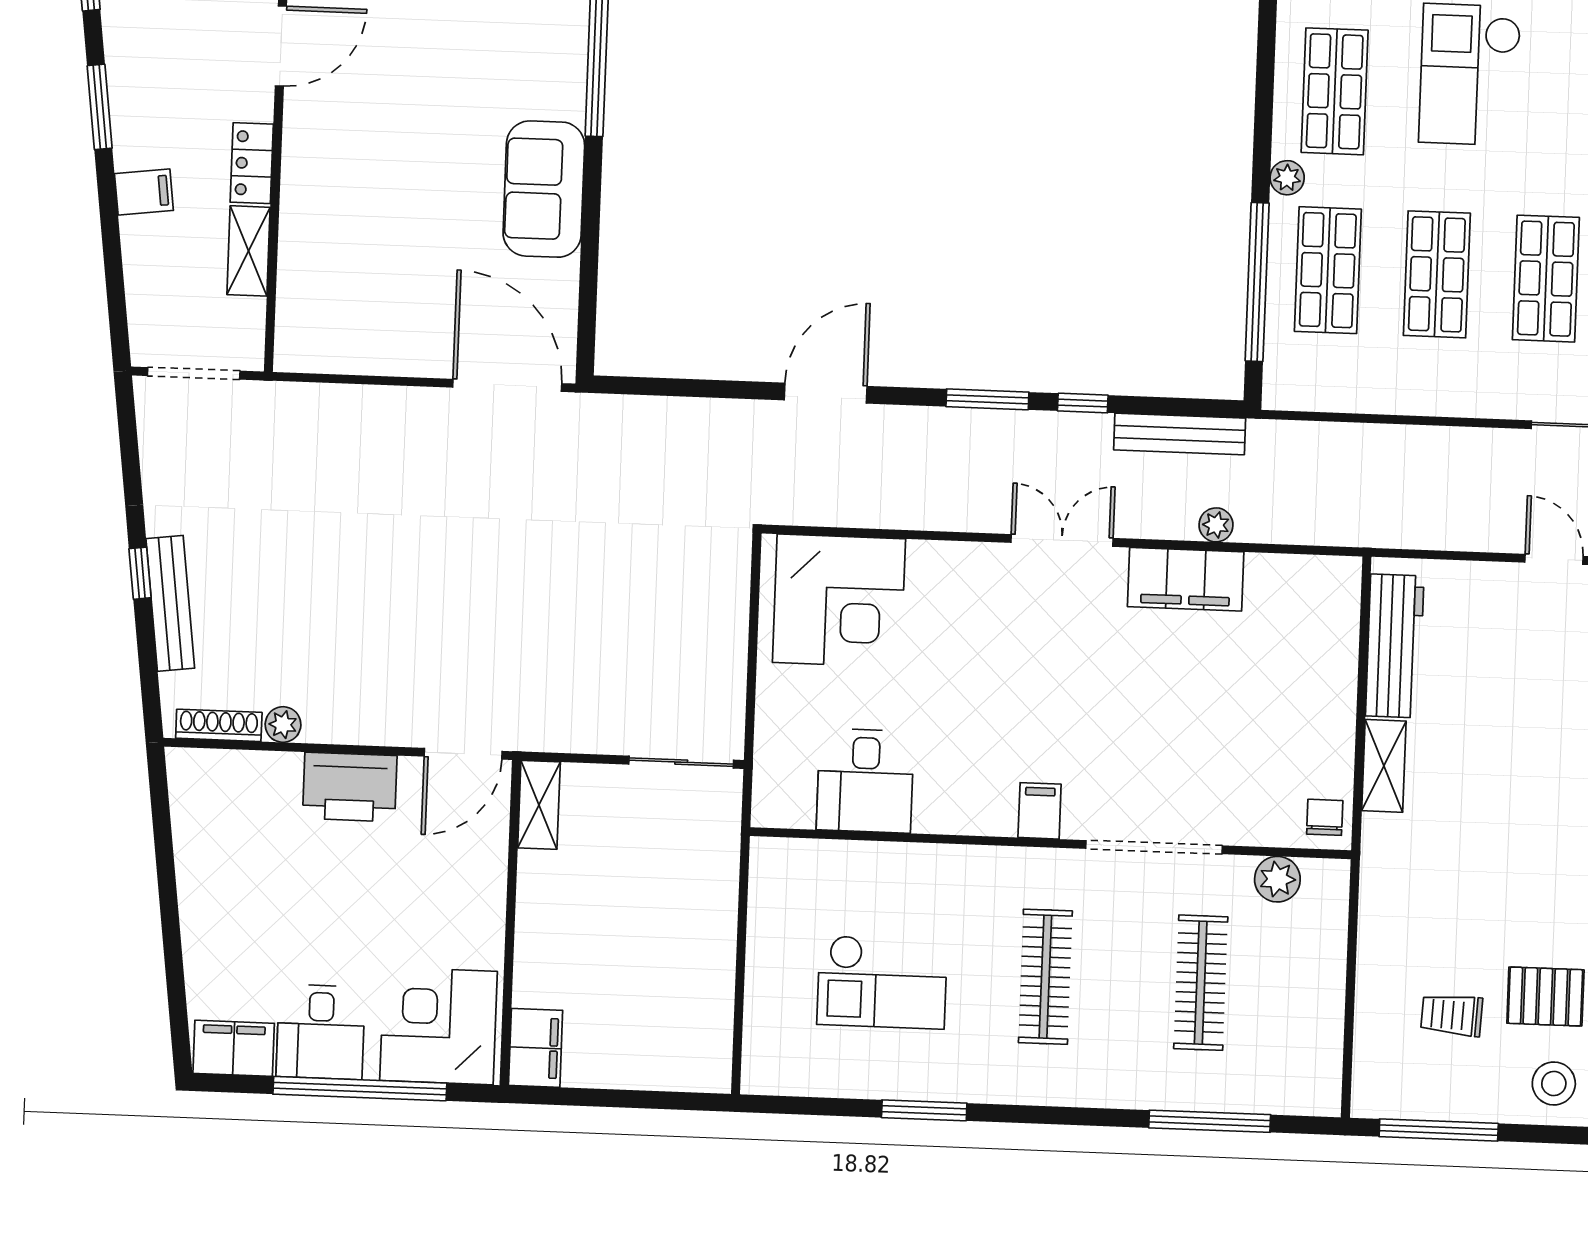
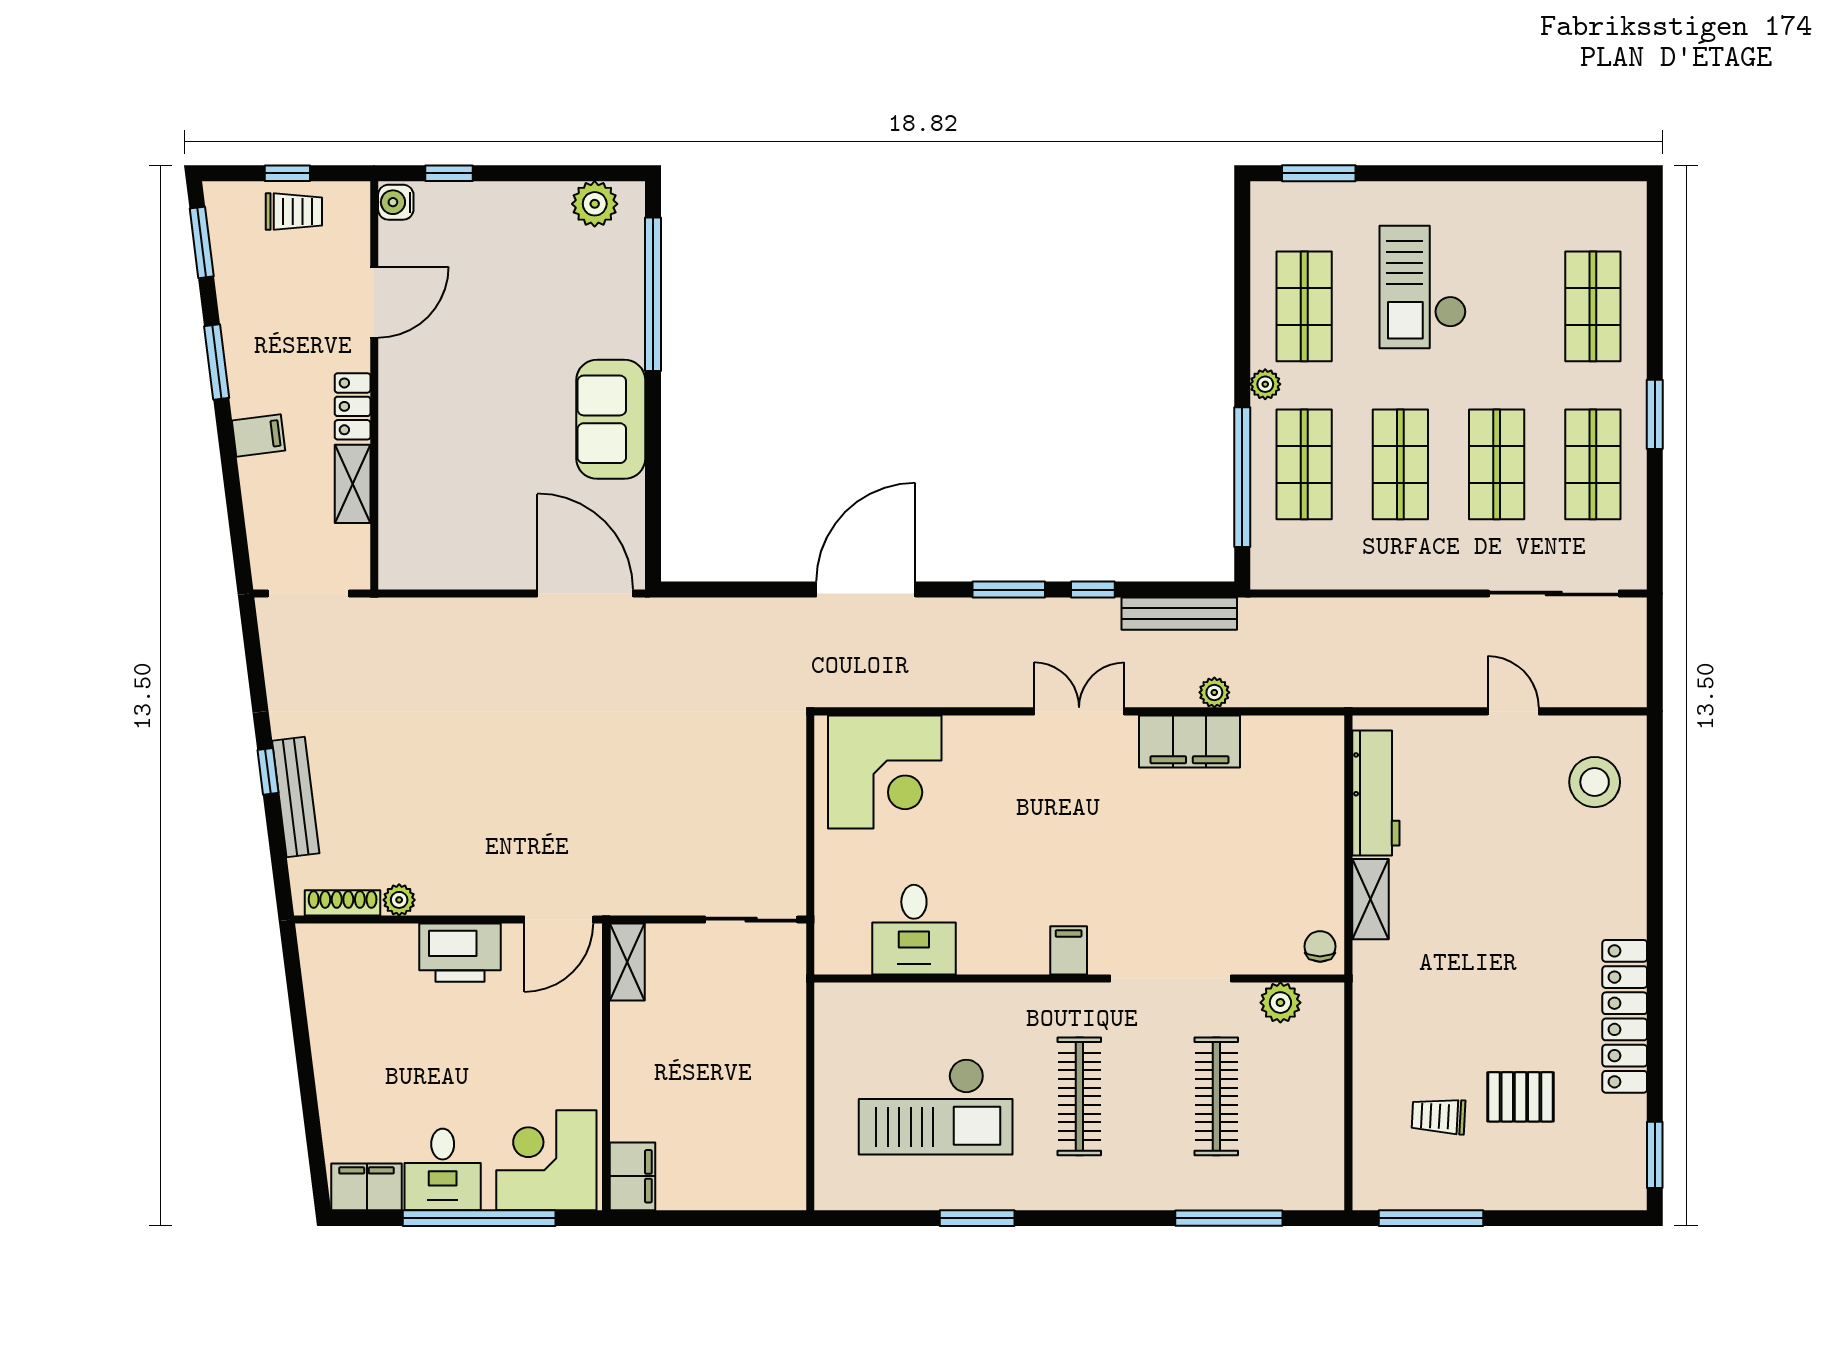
door: (826, 393) -> (866, 590), width x1.36
checkout: (882, 982) -> (936, 1107), width x1.36, depth x1.21
stool: (1554, 1083) -> (1531, 1173), removed

